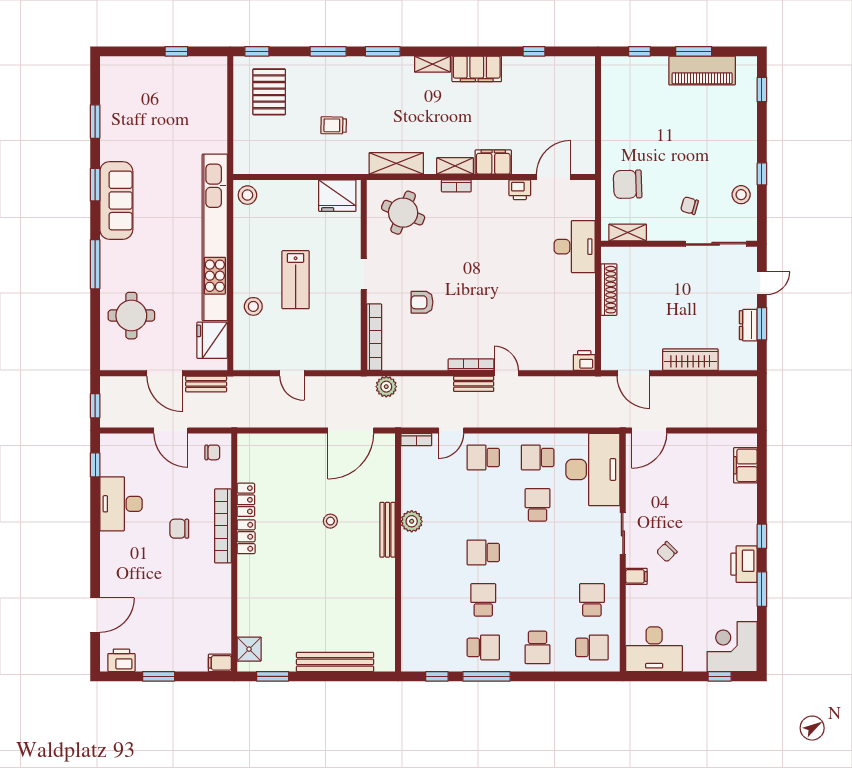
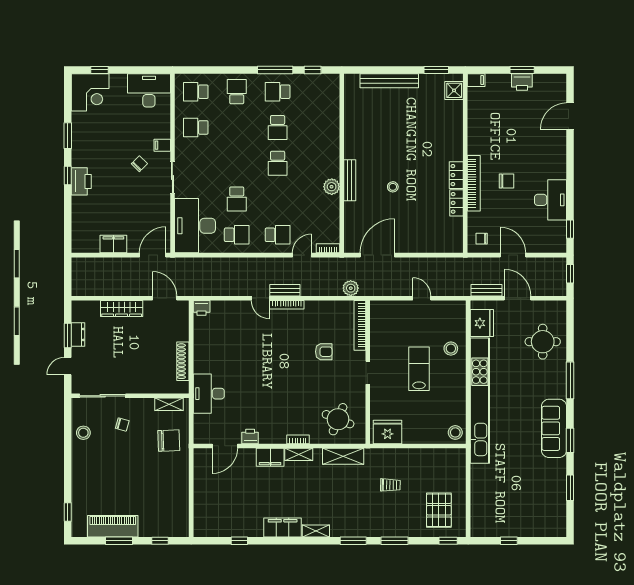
window: (762, 174) -> (68, 448), removed
filing cabinet: (745, 465) -> (113, 244), moved, turned -90
school desk: (483, 552) -> (278, 163), turned 90
printer: (744, 564) -> (81, 181), moved
school desk: (592, 600) -> (196, 127), turned 90
printer: (121, 660) -> (522, 82), moved

